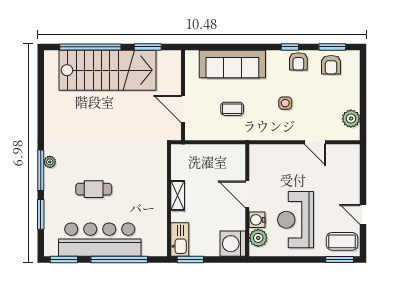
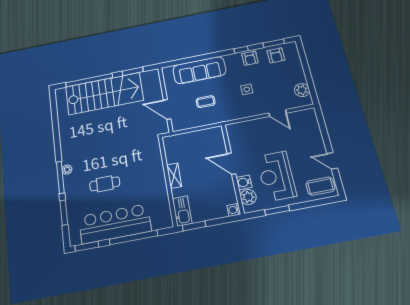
washing machine: (233, 244) -> (234, 210), width x0.53, depth x0.53
window: (340, 259) -> (277, 210), moved

